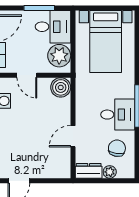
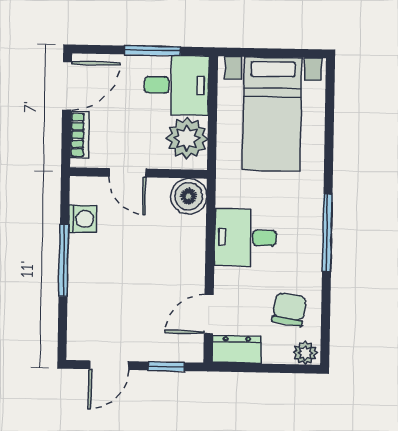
desk: (118, 115) -> (245, 238), moved, turned 180
door: (73, 136) -> (209, 314), moved
plant: (110, 172) -> (305, 353), moved
window: (50, 181) -> (167, 366), added

